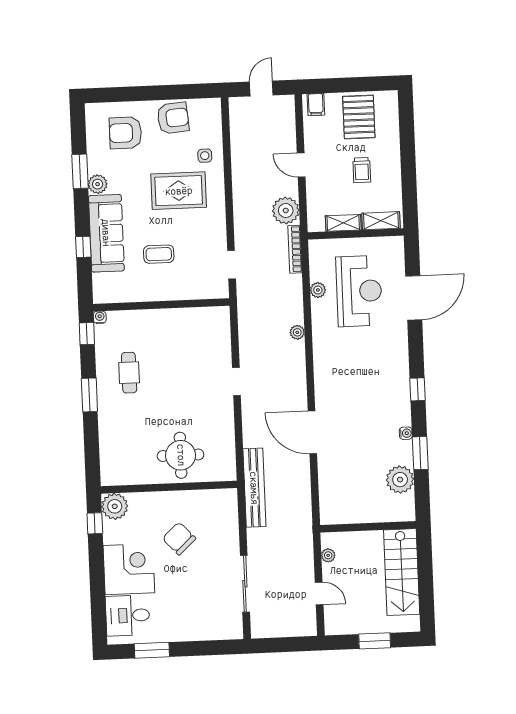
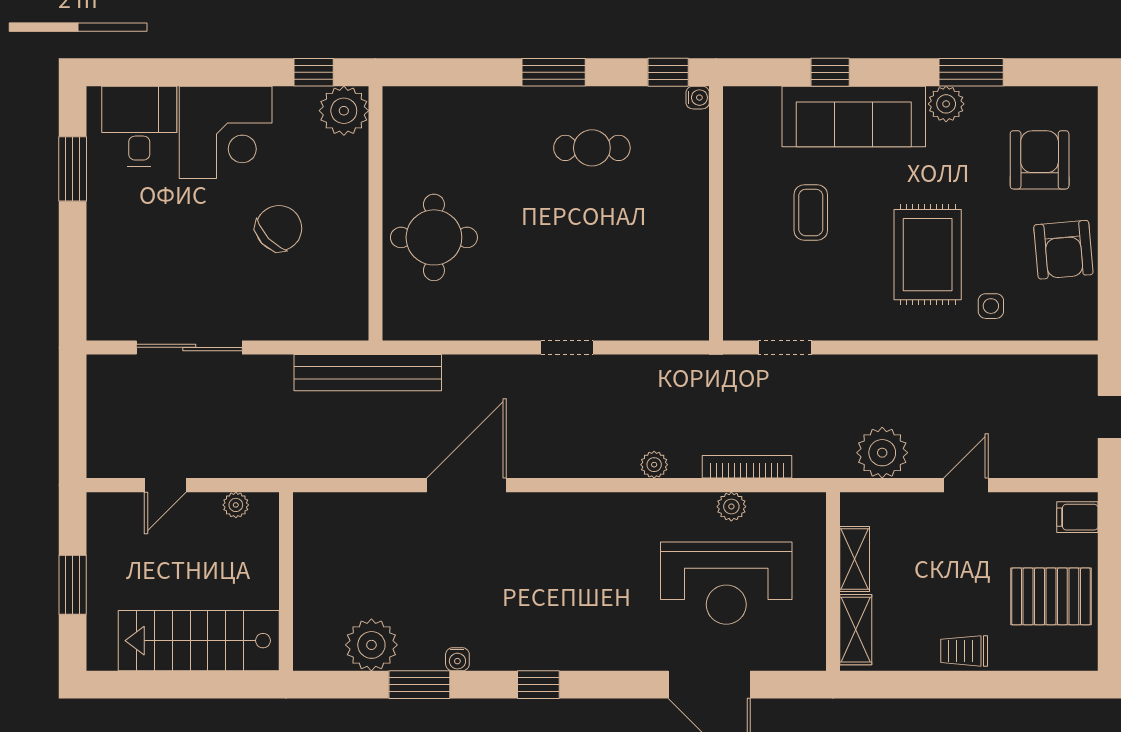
trolley: (362, 170) -> (964, 651), moved
bookcase: (295, 249) -> (747, 467), moved

